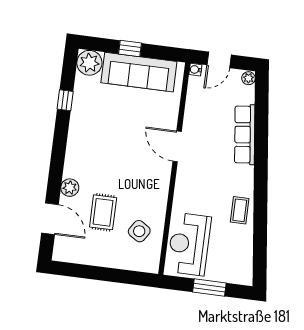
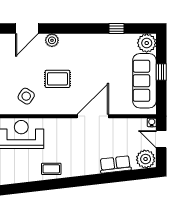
plant: (248, 78) -> (146, 159), width x1.88, depth x1.88
row of seats: (245, 135) -> (115, 165), width x0.68
door: (177, 146) -> (93, 116), width x1.36
rug: (103, 212) -> (57, 79), moved

